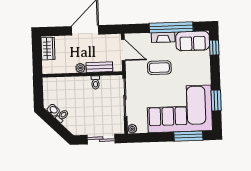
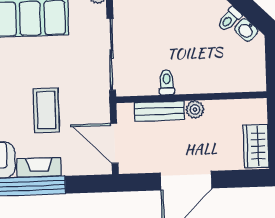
coffee table: (159, 68) -> (46, 110), turned 90

